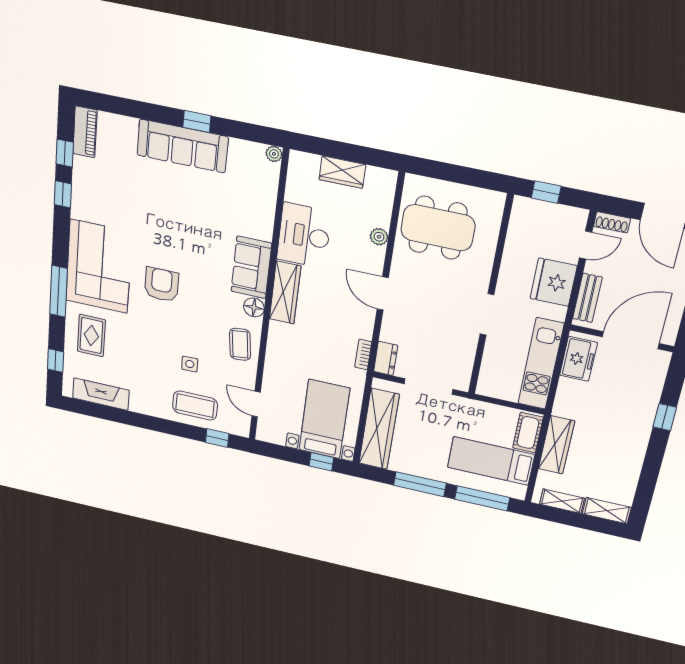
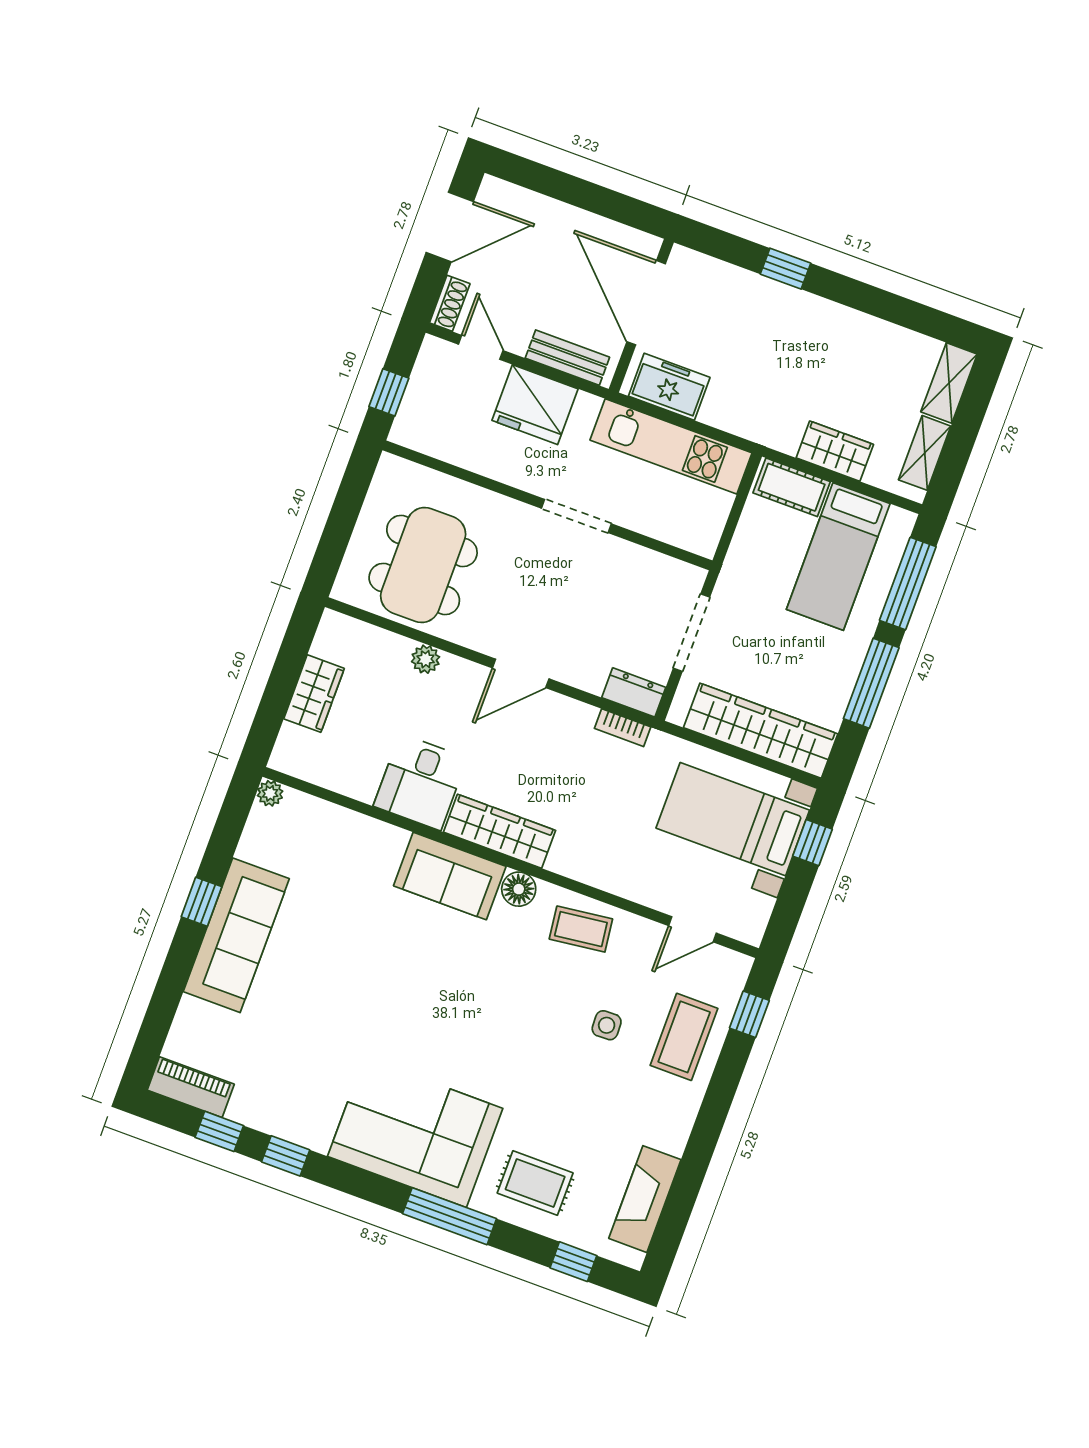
desk: (304, 235) -> (420, 782), width x0.73
armchair: (162, 285) -> (460, 1034), removed
wardrobe: (556, 445) -> (835, 451), width x0.67

